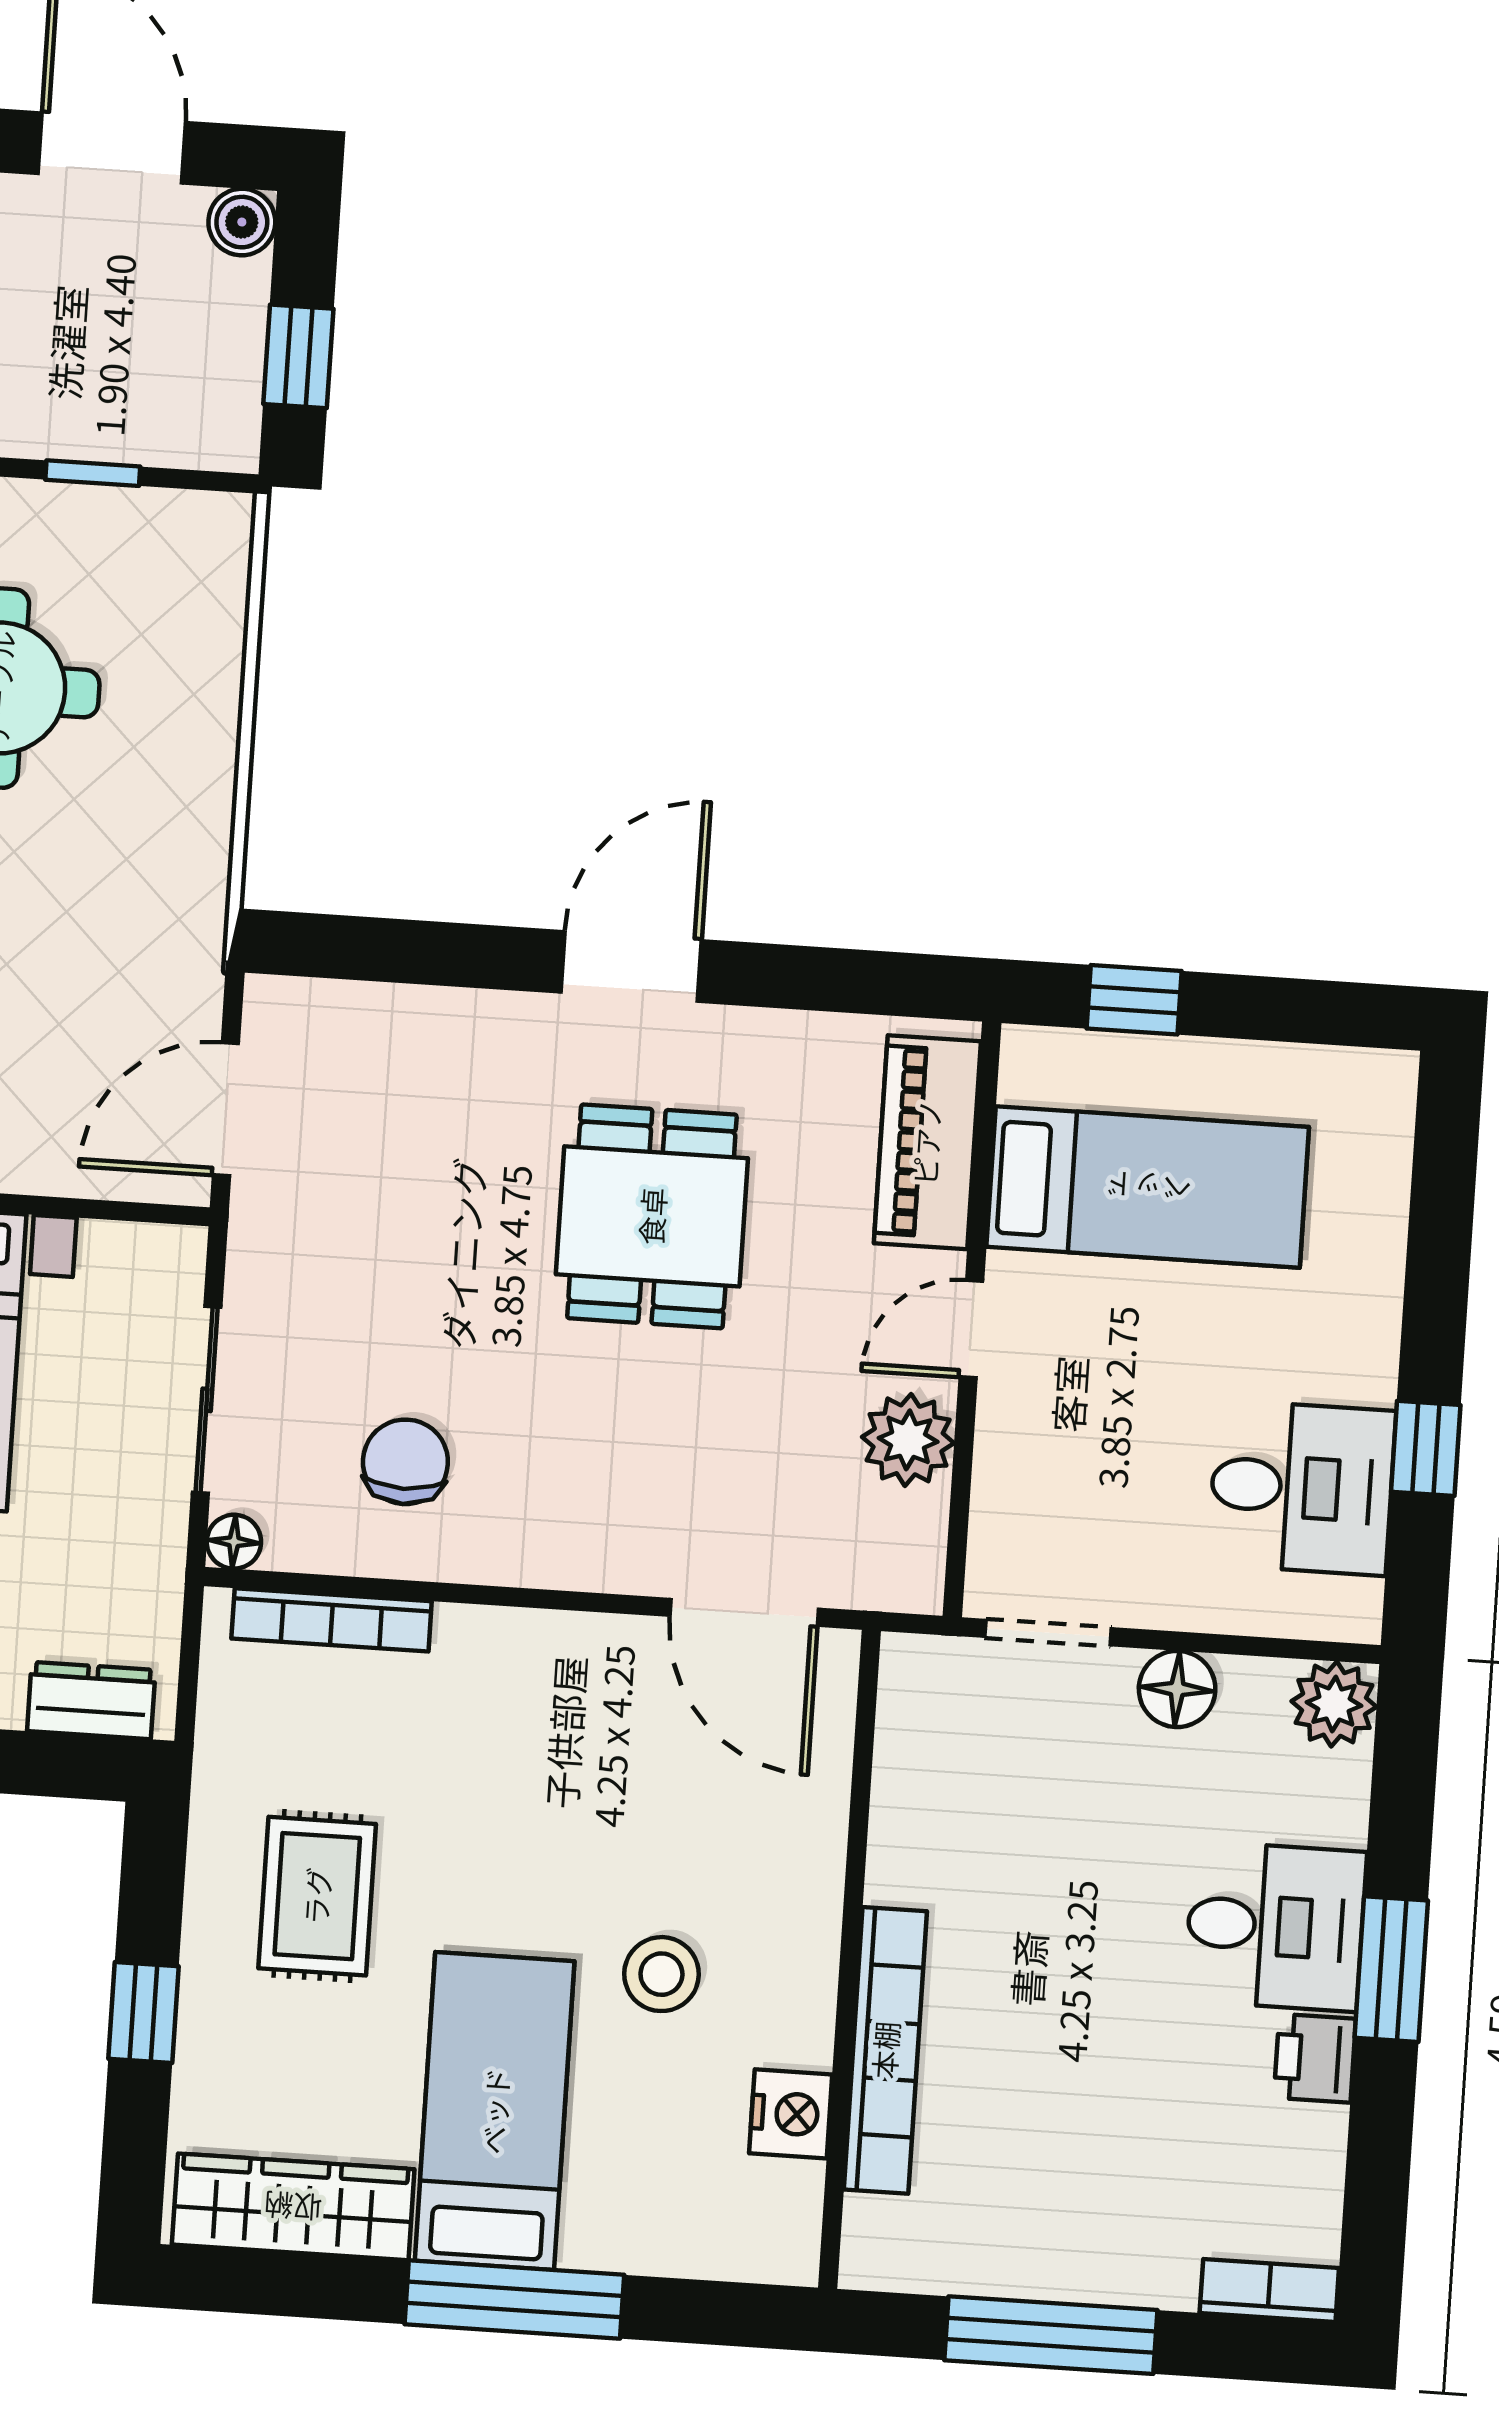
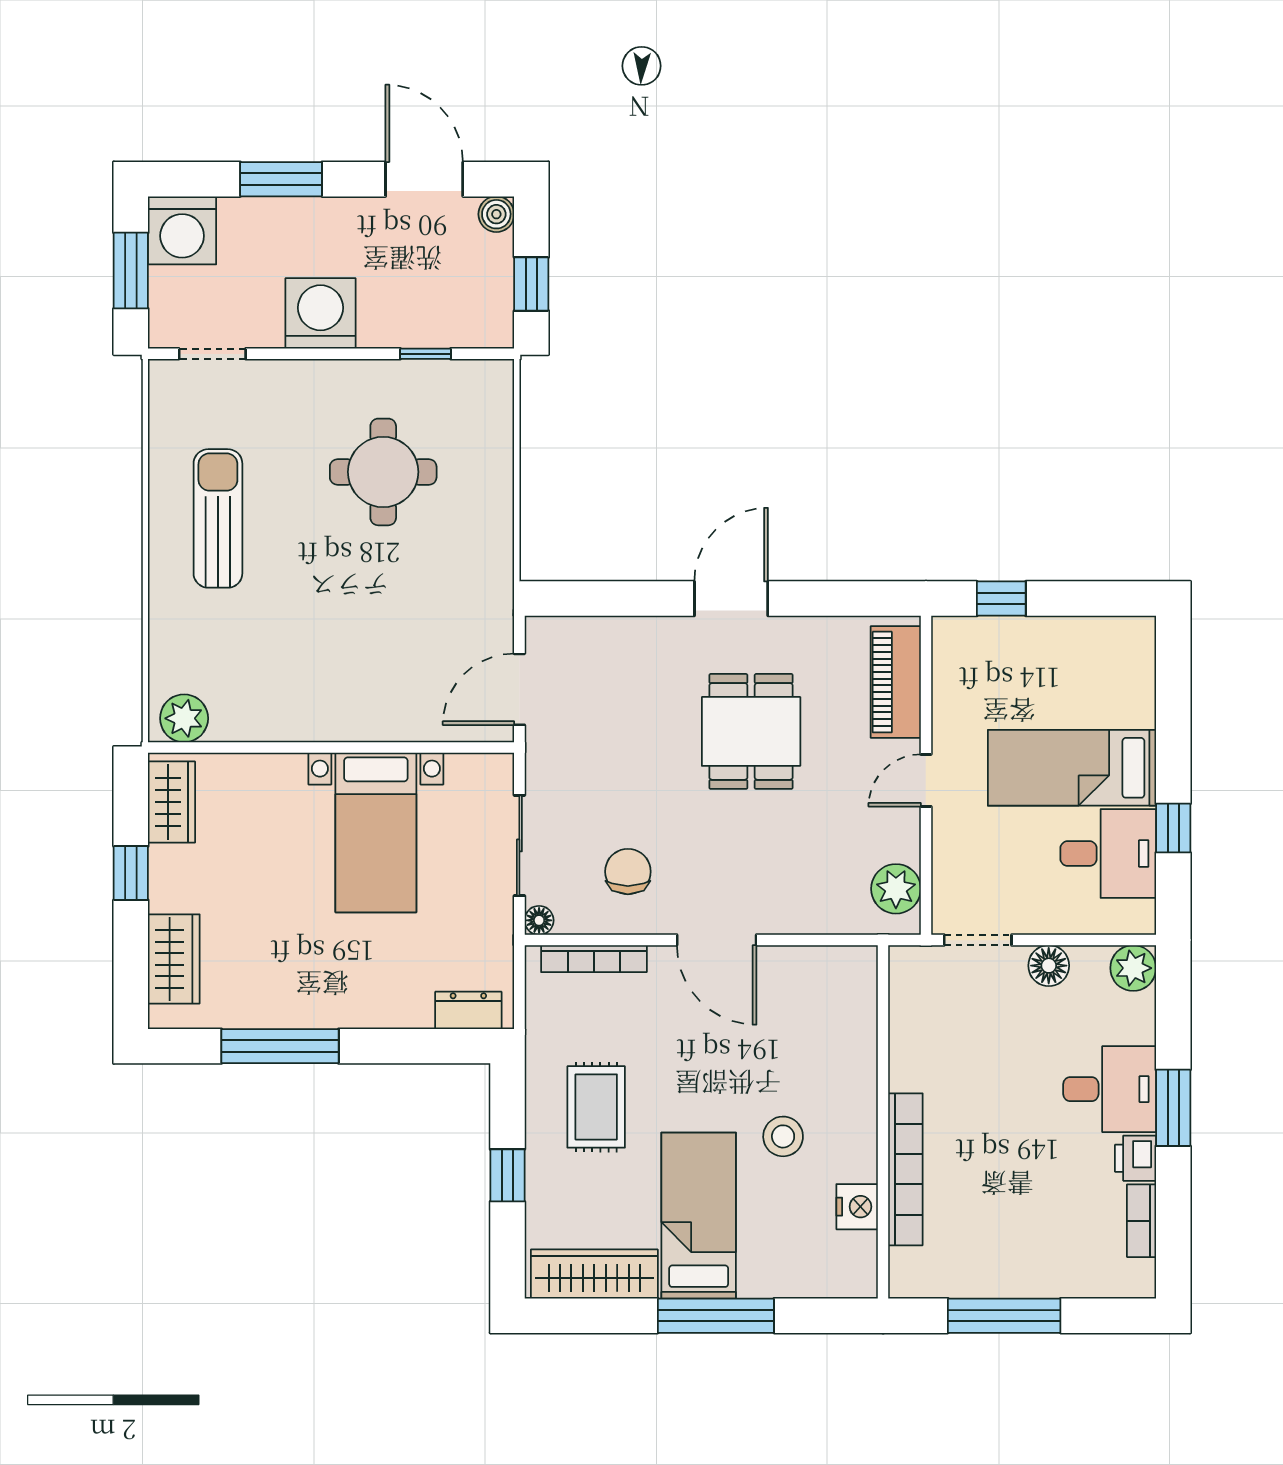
bed: (1148, 1187) -> (1072, 768), moved, turned 180
plant: (908, 1440) -> (896, 889), moved
door: (744, 1612) -> (717, 940), moved
bookcase: (1269, 2290) -> (1142, 1221), moved, turned -90

